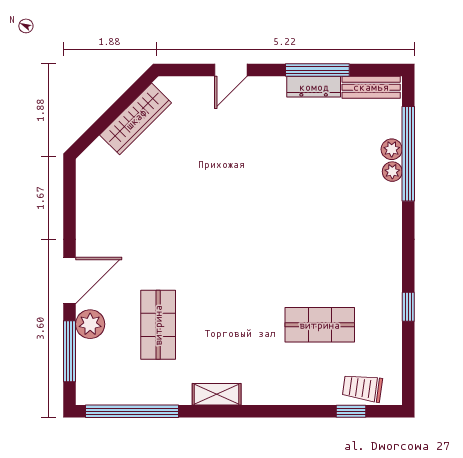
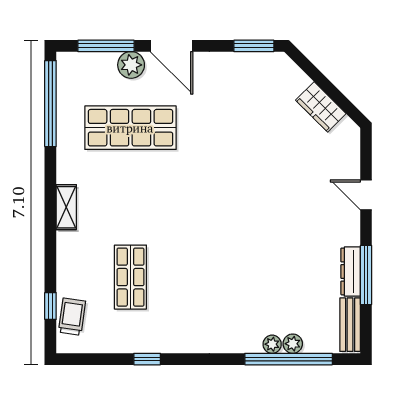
wardrobe: (136, 119) -> (321, 107), width x0.67
window: (70, 191) -> (254, 46), added
shop shelf: (158, 325) -> (130, 128), width x1.43, depth x1.36
shelving: (217, 394) -> (66, 207), moved

